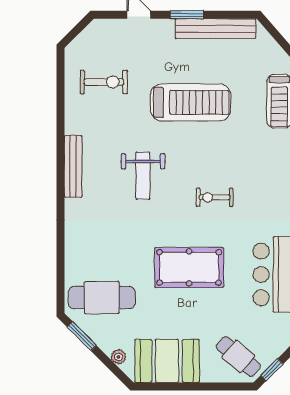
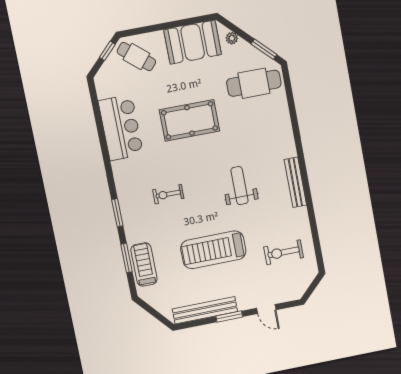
exercise bike: (215, 197) -> (168, 194), moved, turned 180

